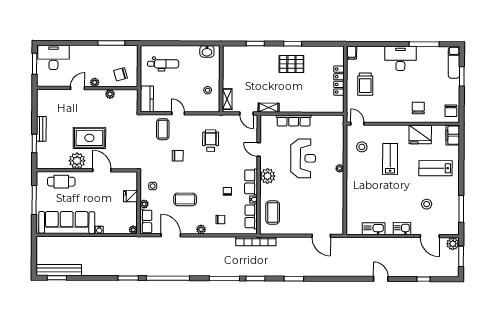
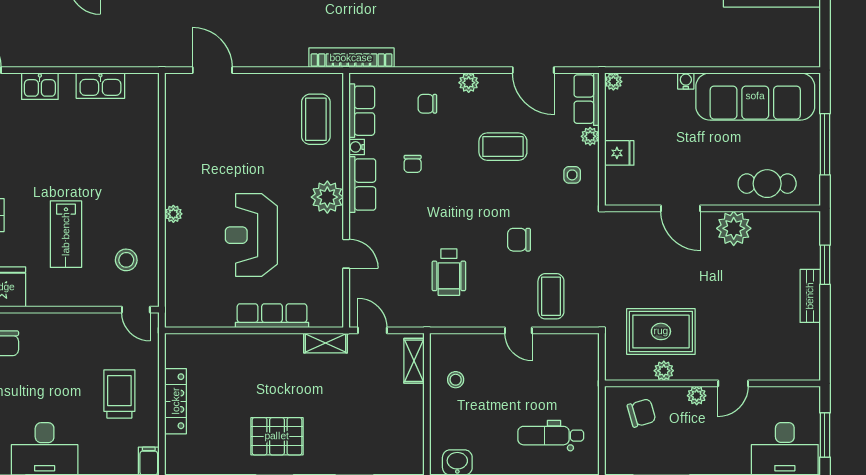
kitchen counter: (147, 99) -> (585, 361), removed
rug: (89, 138) -> (661, 331), moved

